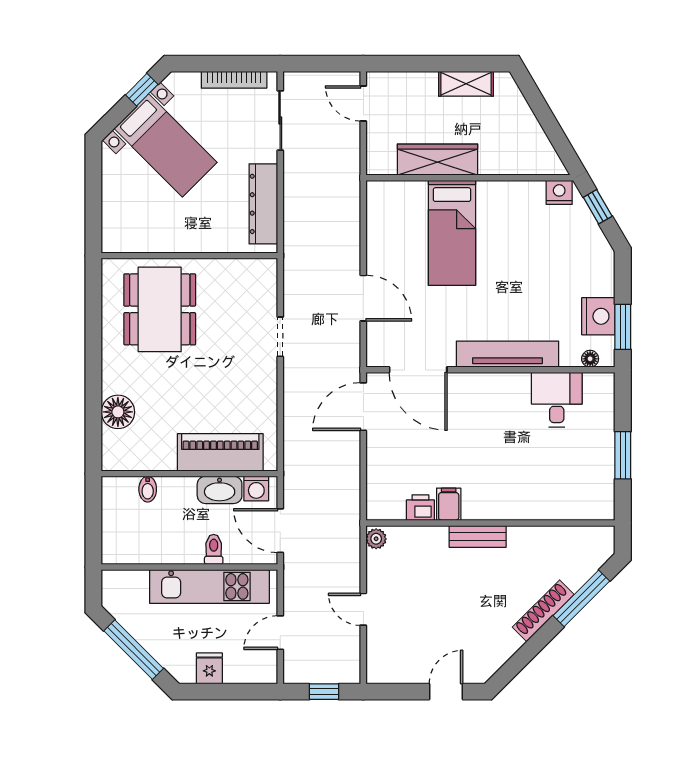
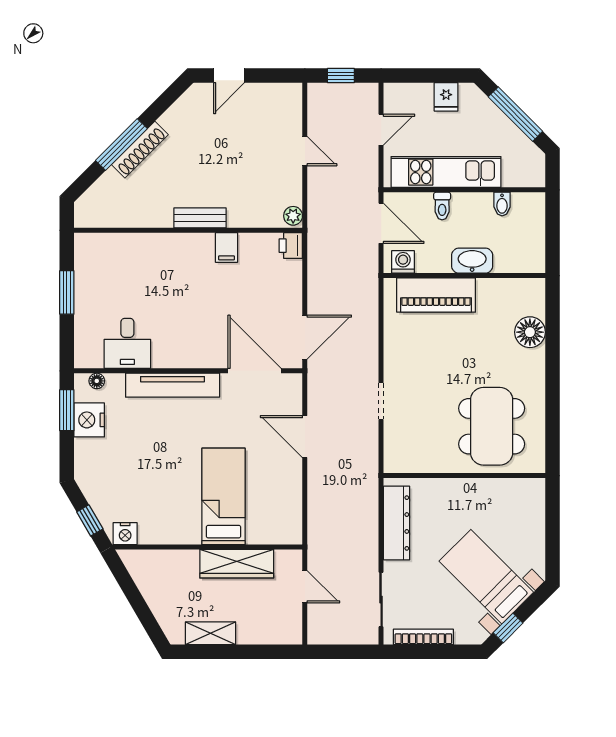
door: (363, 103) -> (305, 587), moved
bidet: (148, 489) -> (502, 204), moved, turned 180
washbasin: (220, 490) -> (472, 261), moved
printer: (420, 508) -> (291, 246), moved, turned 90
window: (581, 598) -> (121, 145), moved

